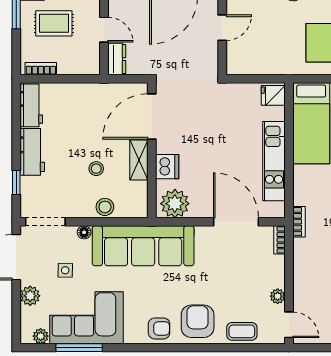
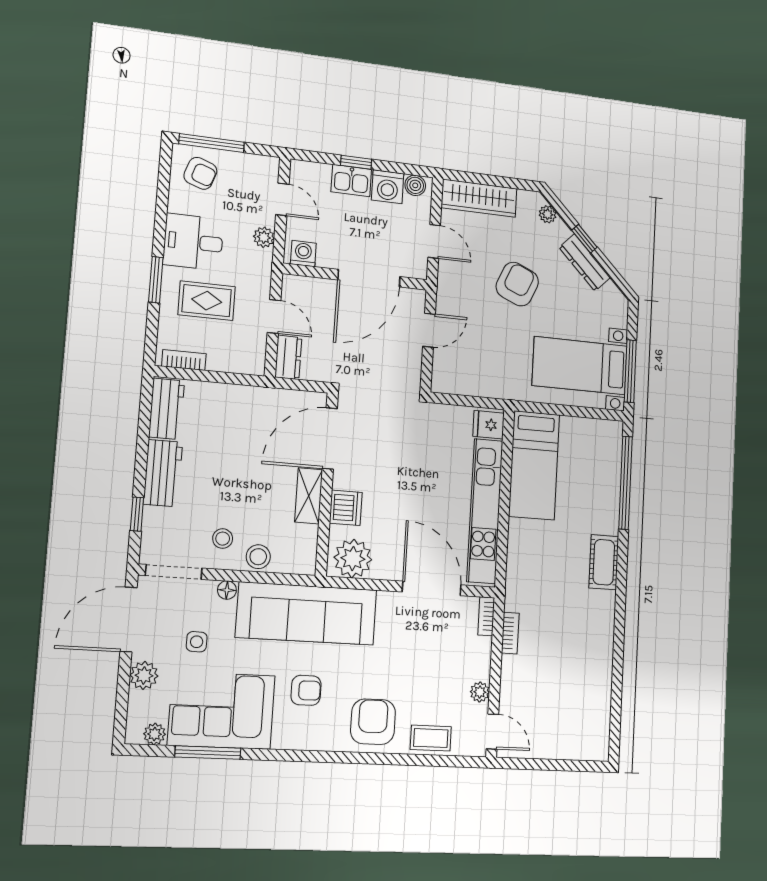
kitchen unit: (274, 161) -> (485, 511), width x1.36
stool: (96, 169) -> (223, 539), moved
bookcase: (299, 222) -> (510, 633), moved
armchair: (159, 328) -> (306, 690), moved

